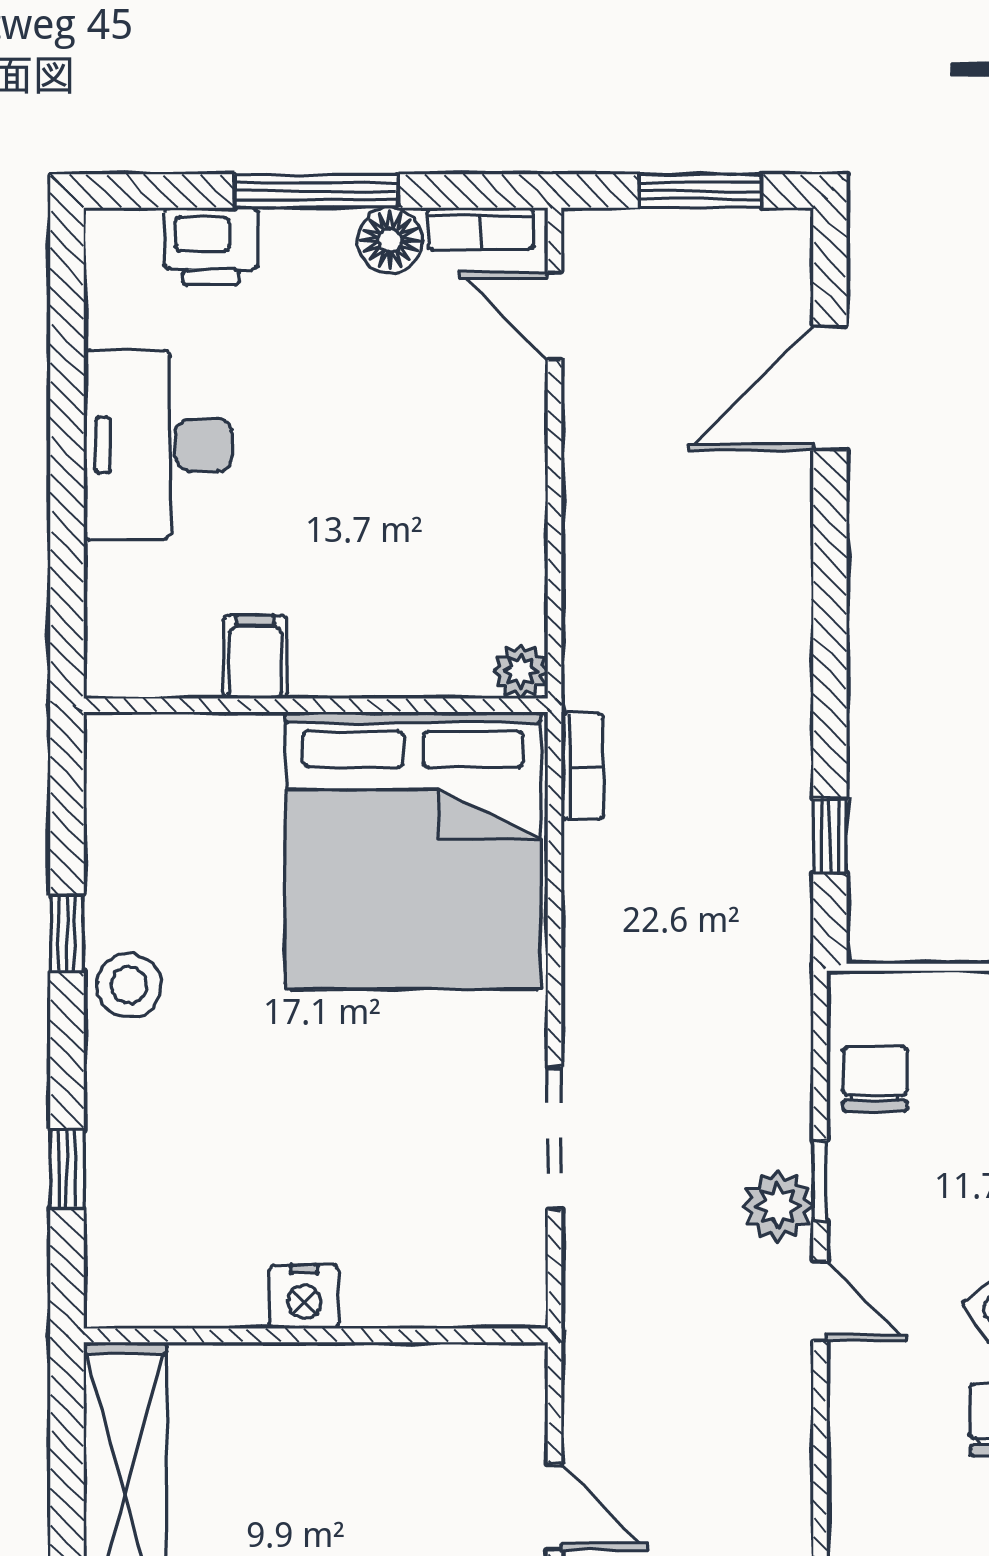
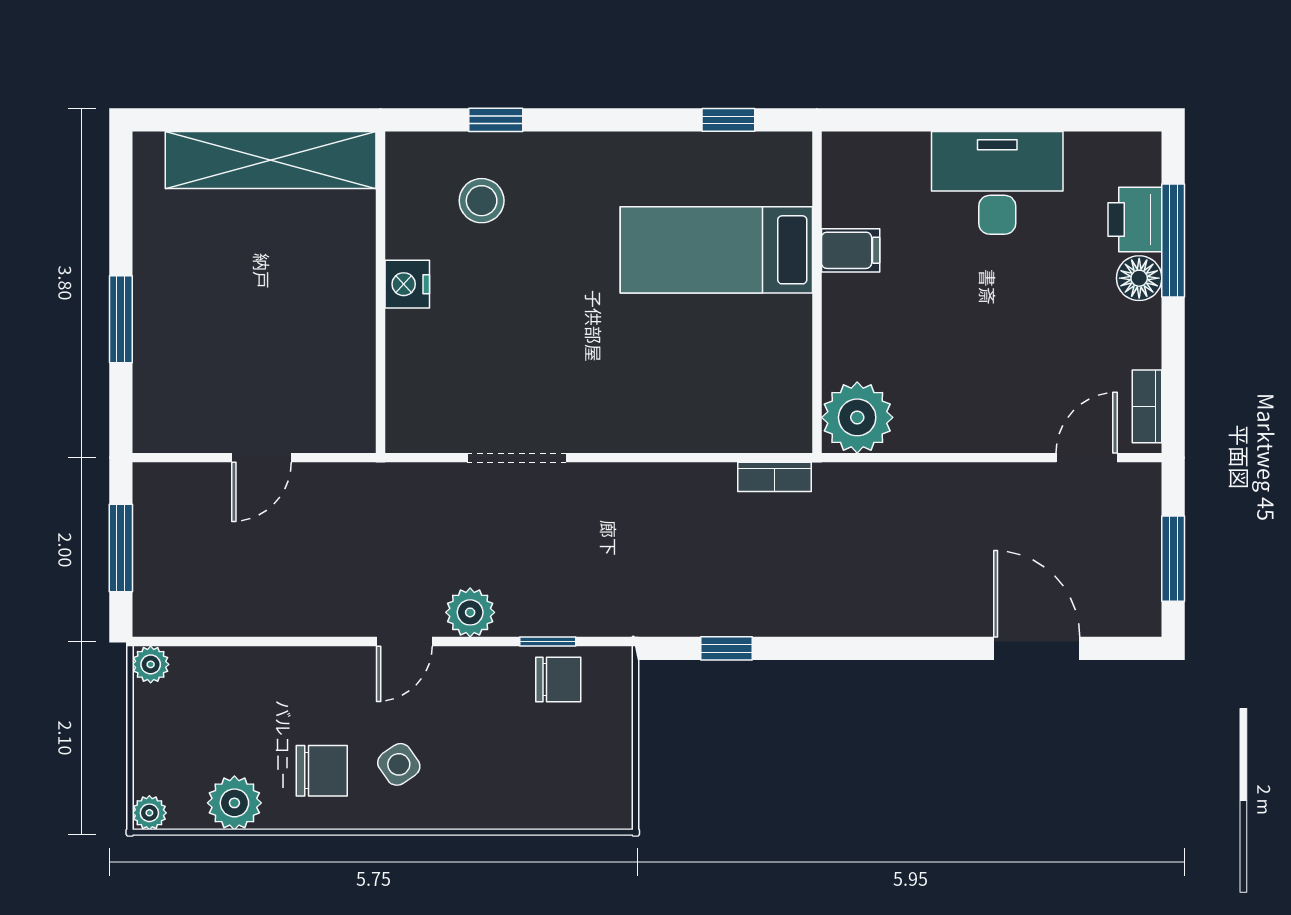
window: (316, 191) -> (1173, 240), moved
floor lamp: (390, 240) -> (1139, 278), moved
plant: (521, 671) -> (857, 417), width x1.87, depth x1.87
bed: (413, 850) -> (716, 250), moved, width x0.49
window: (67, 933) -> (728, 120), moved
stool: (129, 985) -> (482, 201), moved
window: (820, 1181) -> (548, 641), moved

